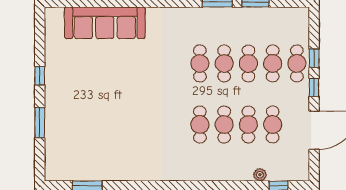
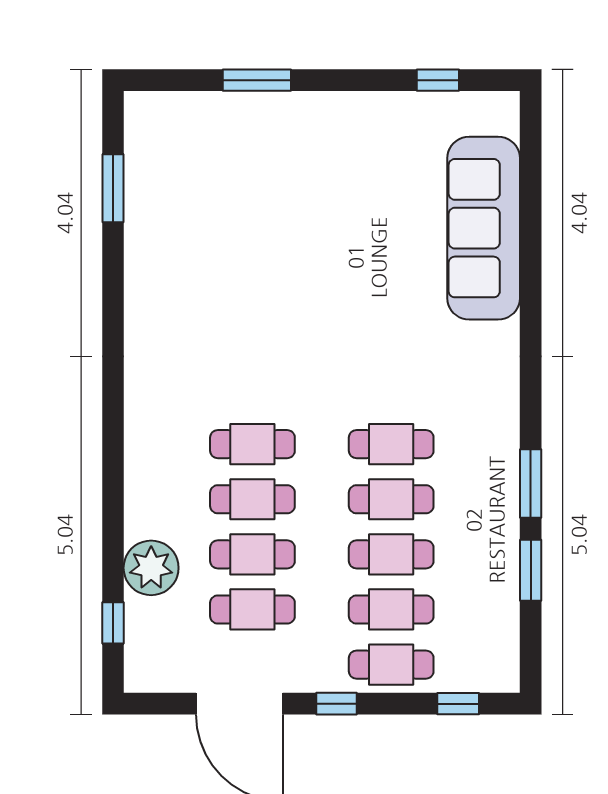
window: (314, 58) -> (458, 704), moved
window: (40, 76) -> (438, 80), moved
plant: (260, 175) -> (151, 568), width x1.87, depth x1.87

